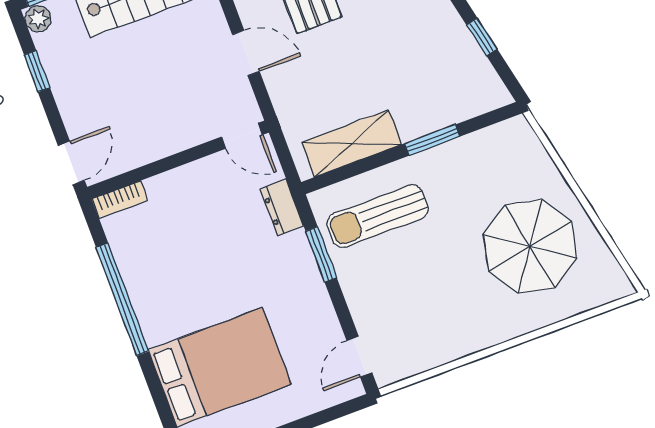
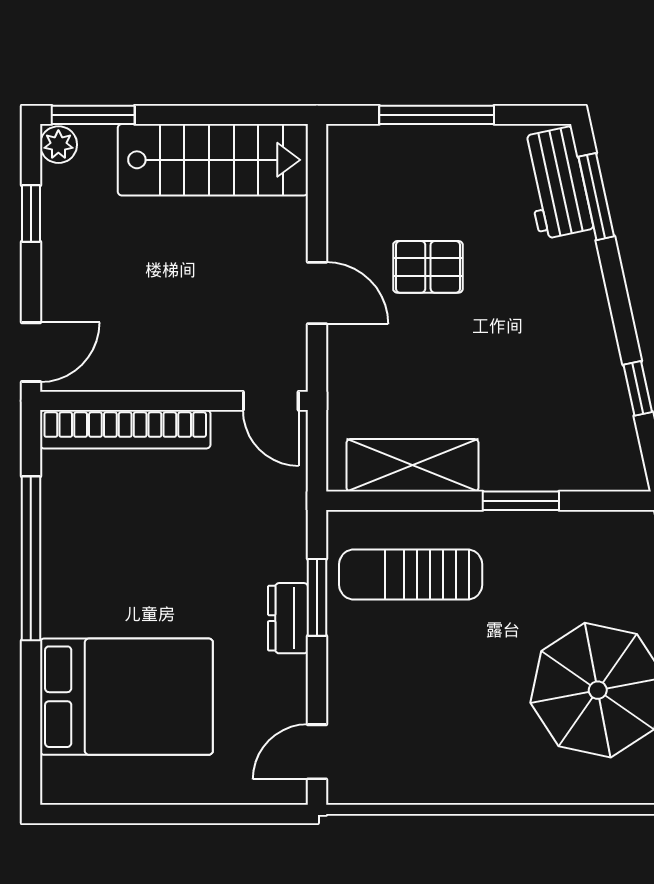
bookcase: (120, 200) -> (125, 429), width x2.31, depth x1.31
dresser: (282, 208) -> (288, 618), moved

